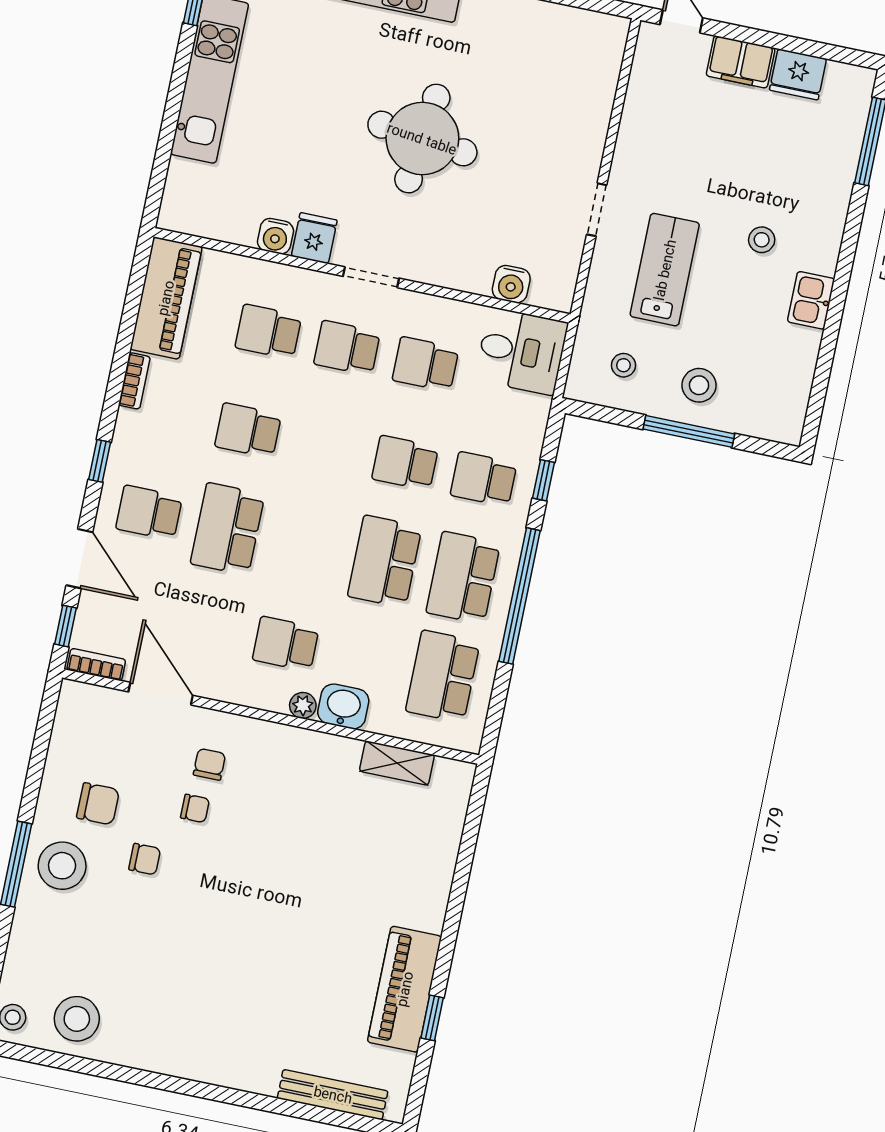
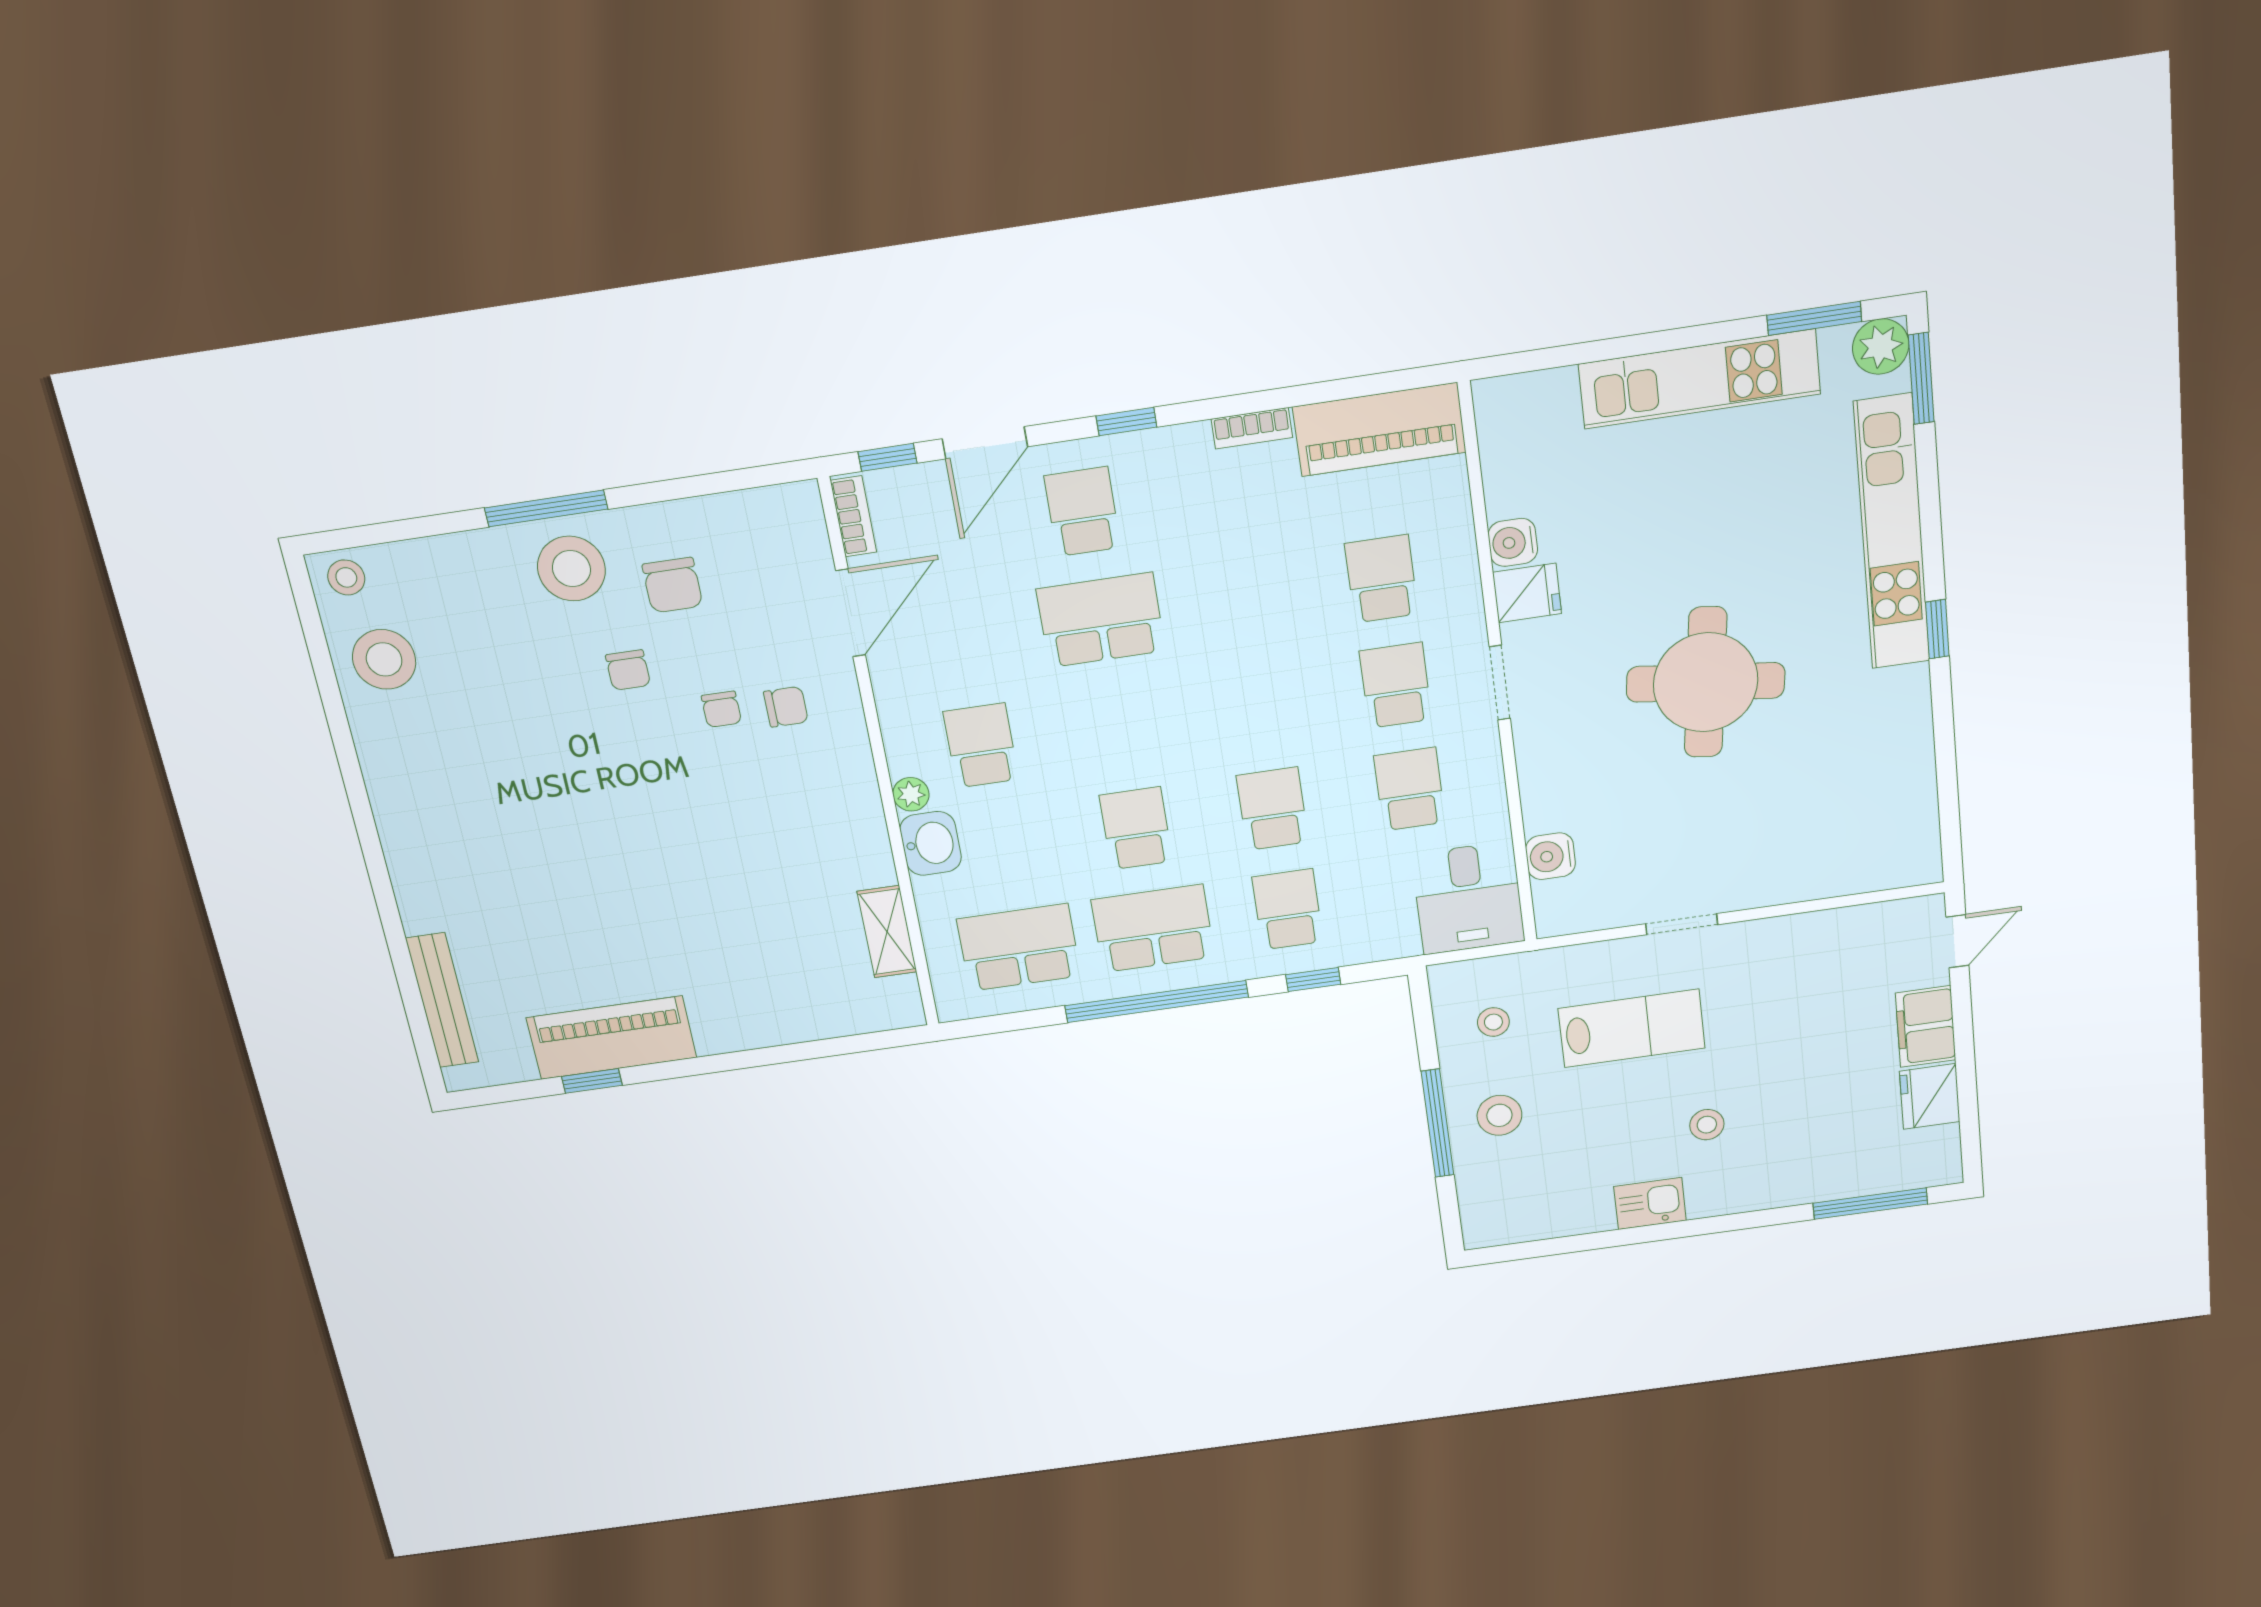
school desk: (248, 430) -> (1241, 599), removed
school desk: (385, 561) -> (1136, 828), width x0.54

